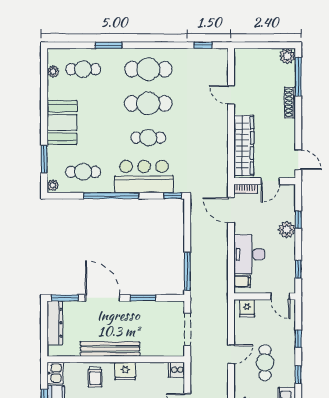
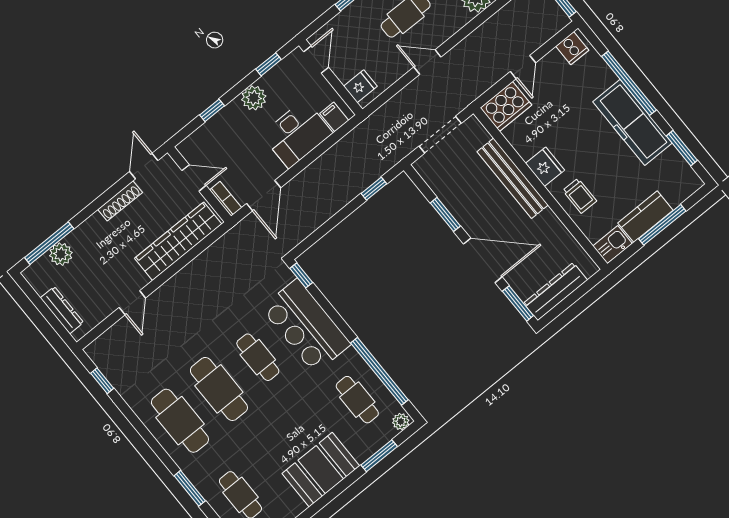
dresser: (257, 54) -> (62, 310), added
plant: (287, 56) -> (61, 254), moved
shoe rack: (290, 103) -> (120, 201), moved
window: (111, 196) -> (379, 371), moved
plant: (287, 230) -> (254, 98), moved
window: (187, 271) -> (374, 189), width x0.46
door: (103, 298) -> (483, 260), swing flipped
bench: (110, 349) -> (513, 178), moved
cooker: (176, 370) -> (506, 106), width x1.87, depth x1.31
trolley: (95, 377) -> (580, 196), turned 90

